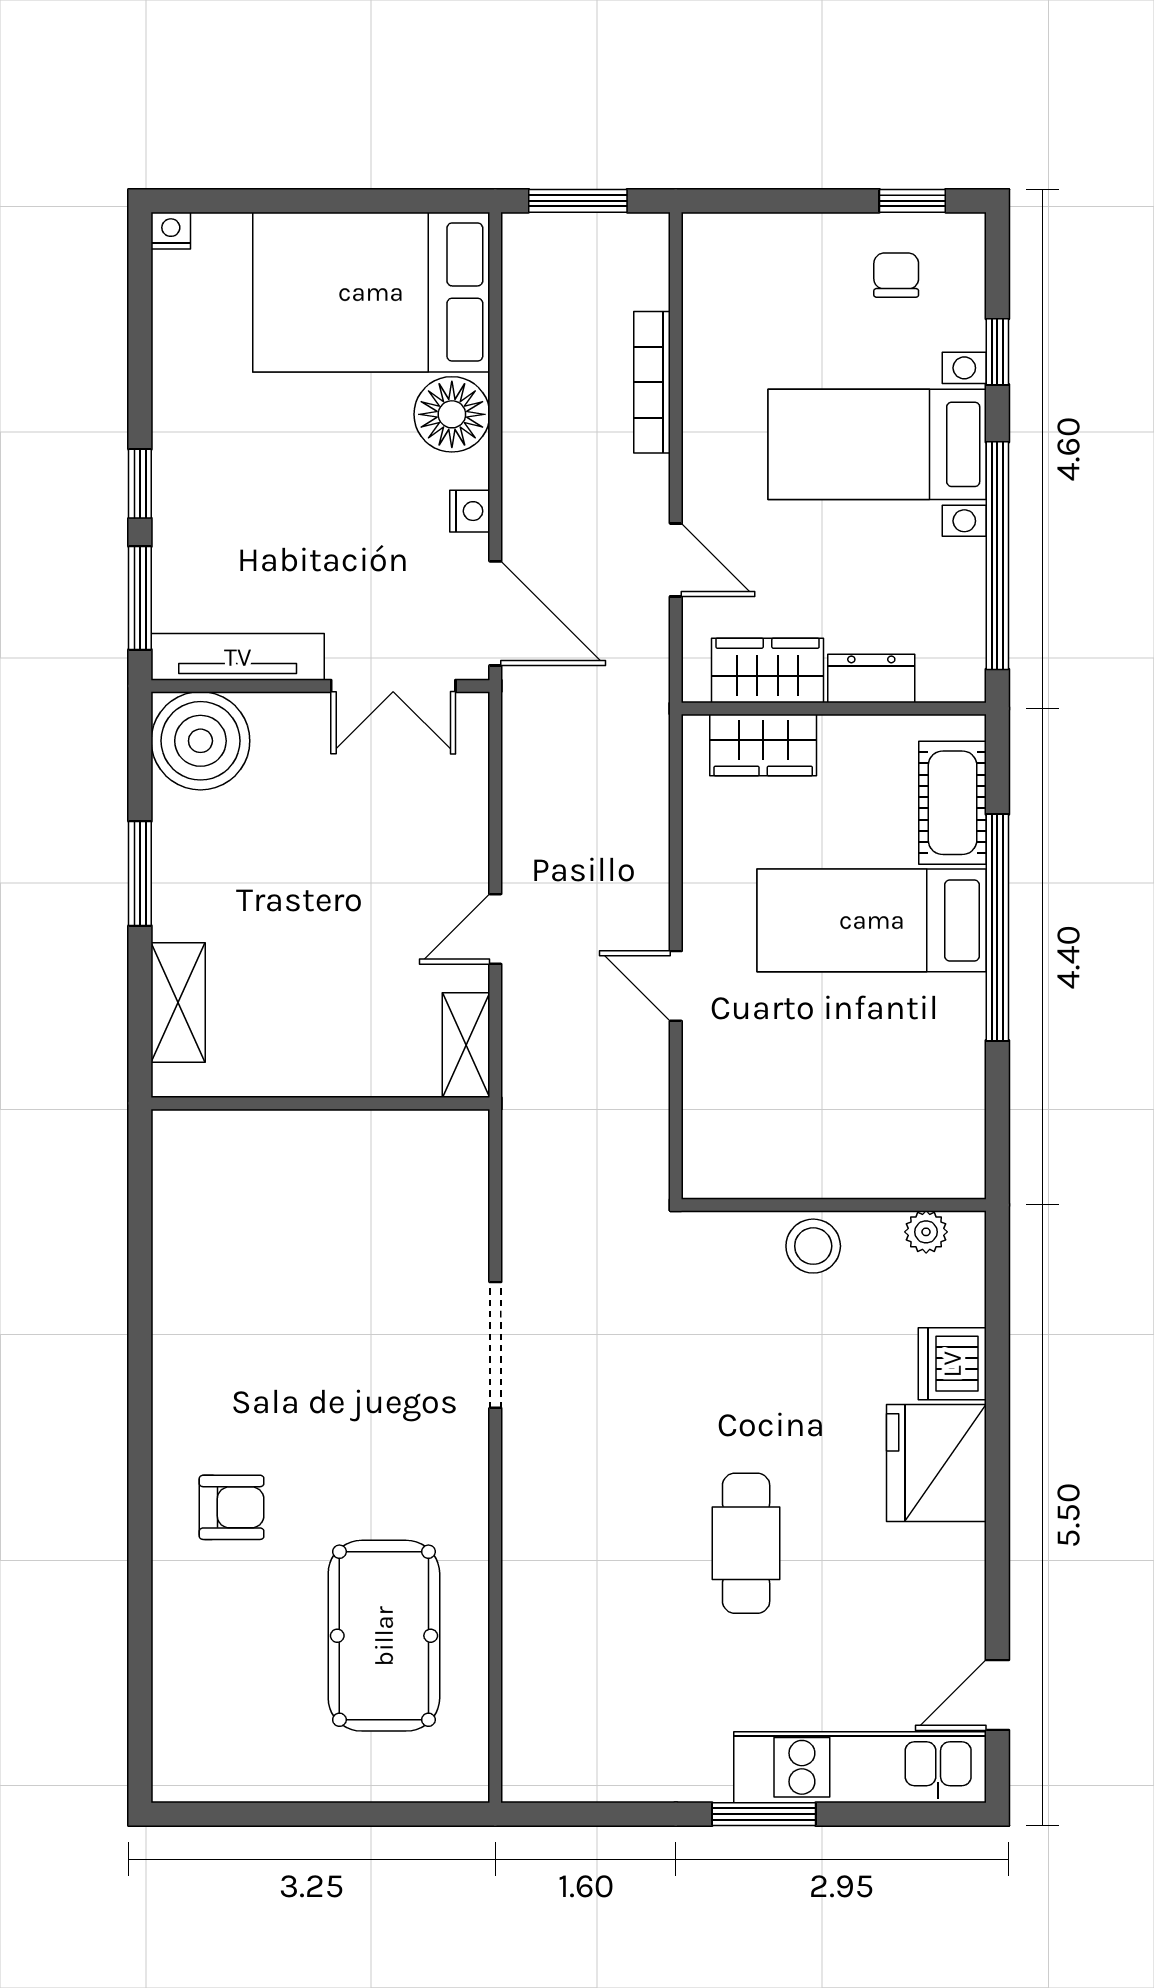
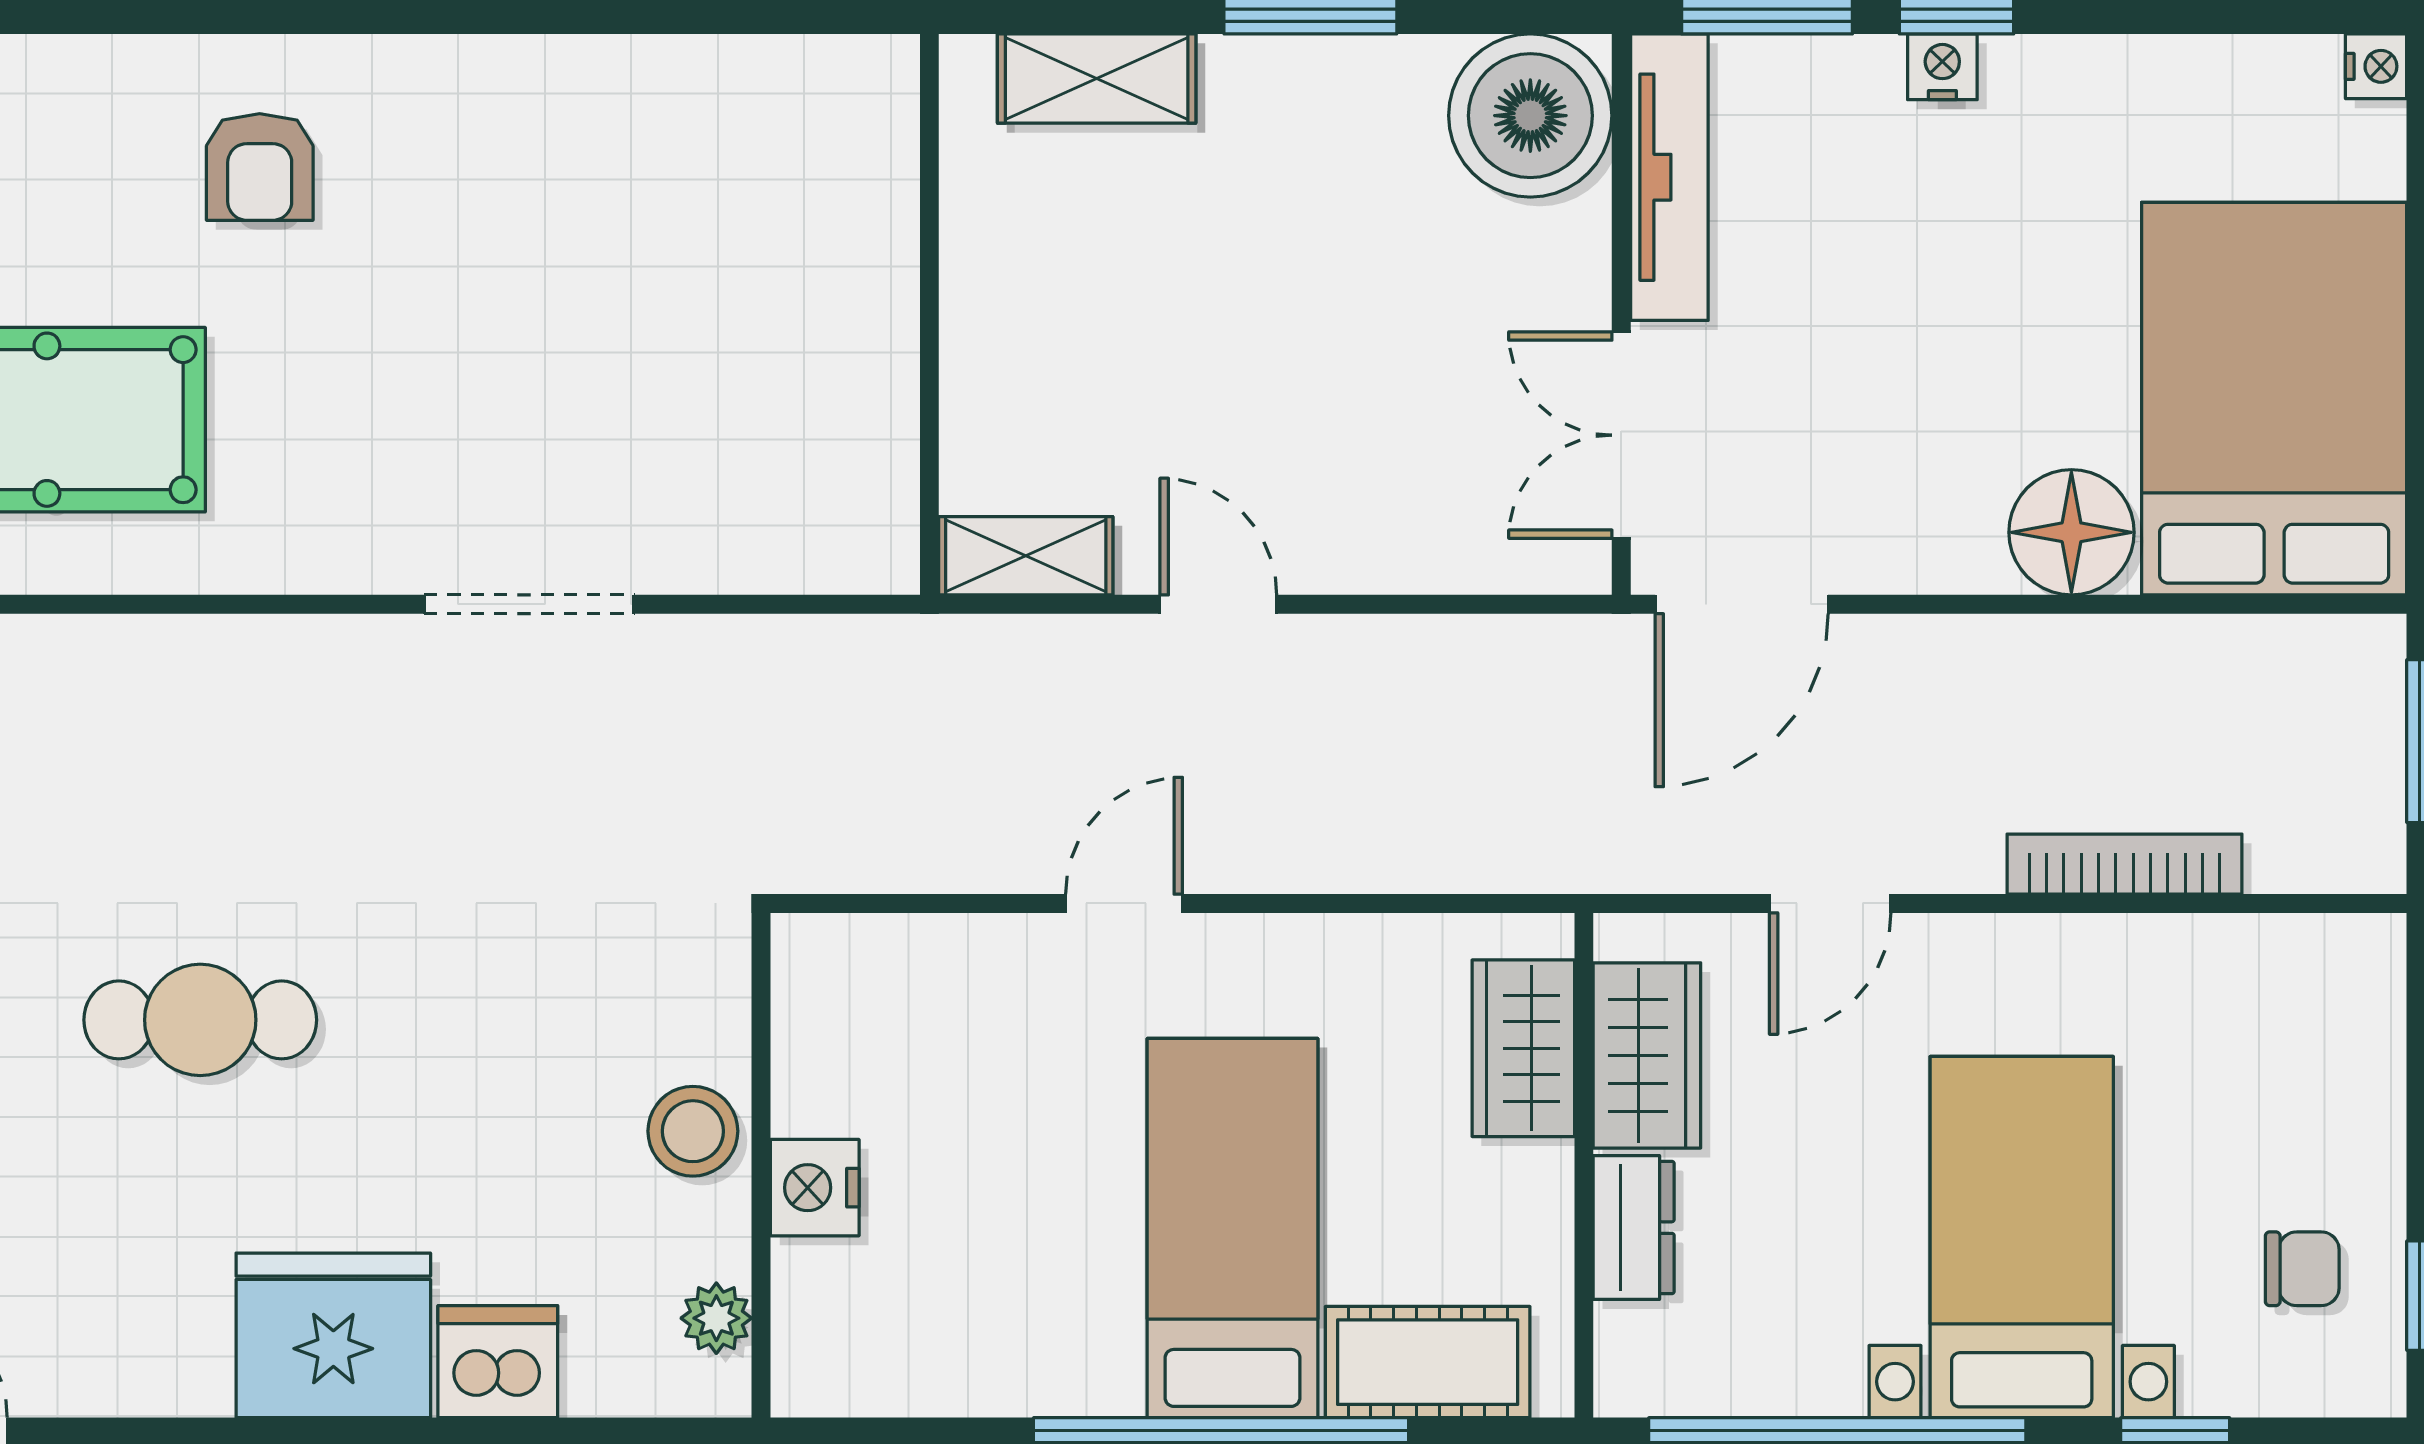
nightstand: (470, 511) -> (1942, 67), moved, turned 180
nightstand: (847, 1172) -> (815, 1188), added

